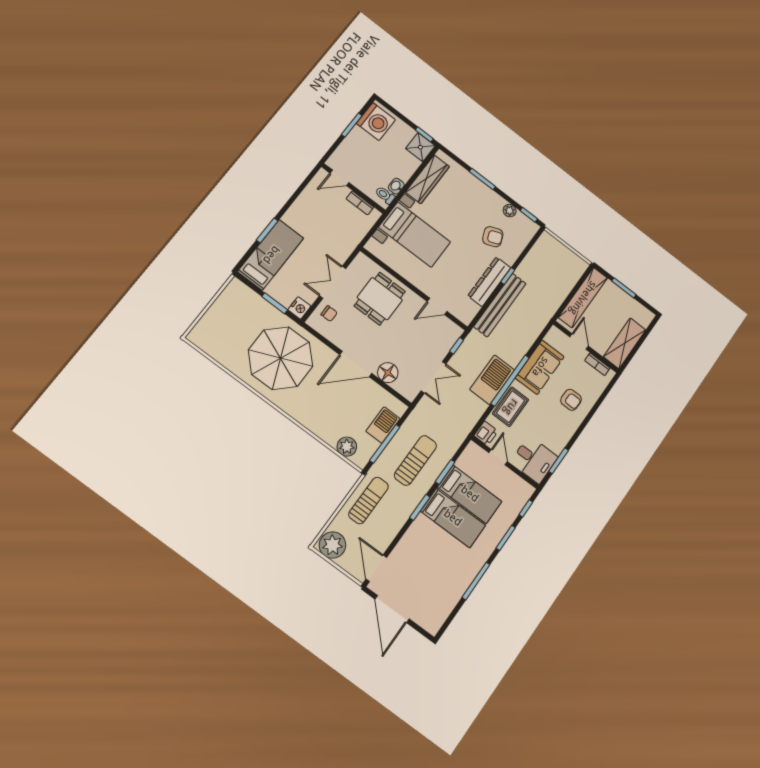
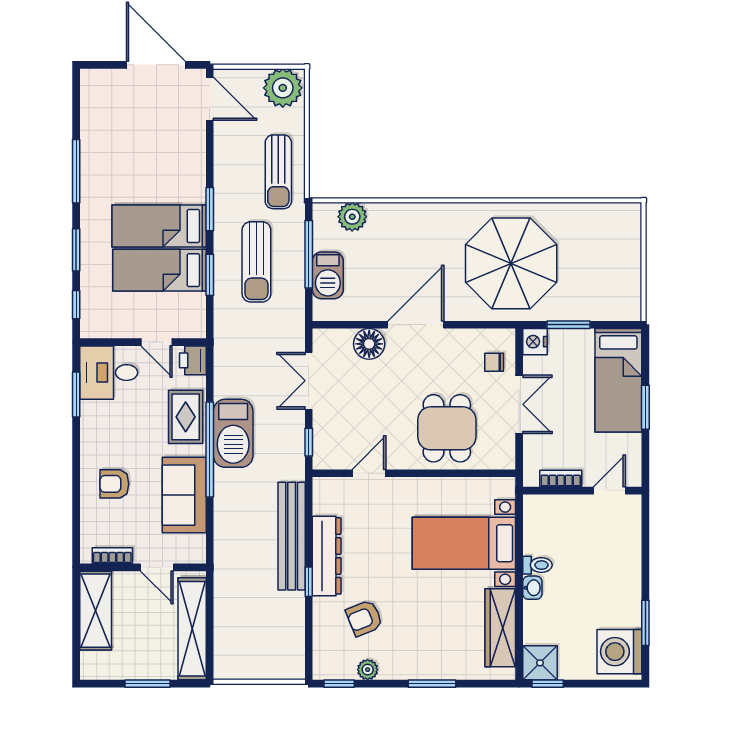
door: (339, 178) -> (609, 491), moved
wall: (353, 189) -> (582, 491), moved
bookcase: (360, 203) -> (561, 479), moved

